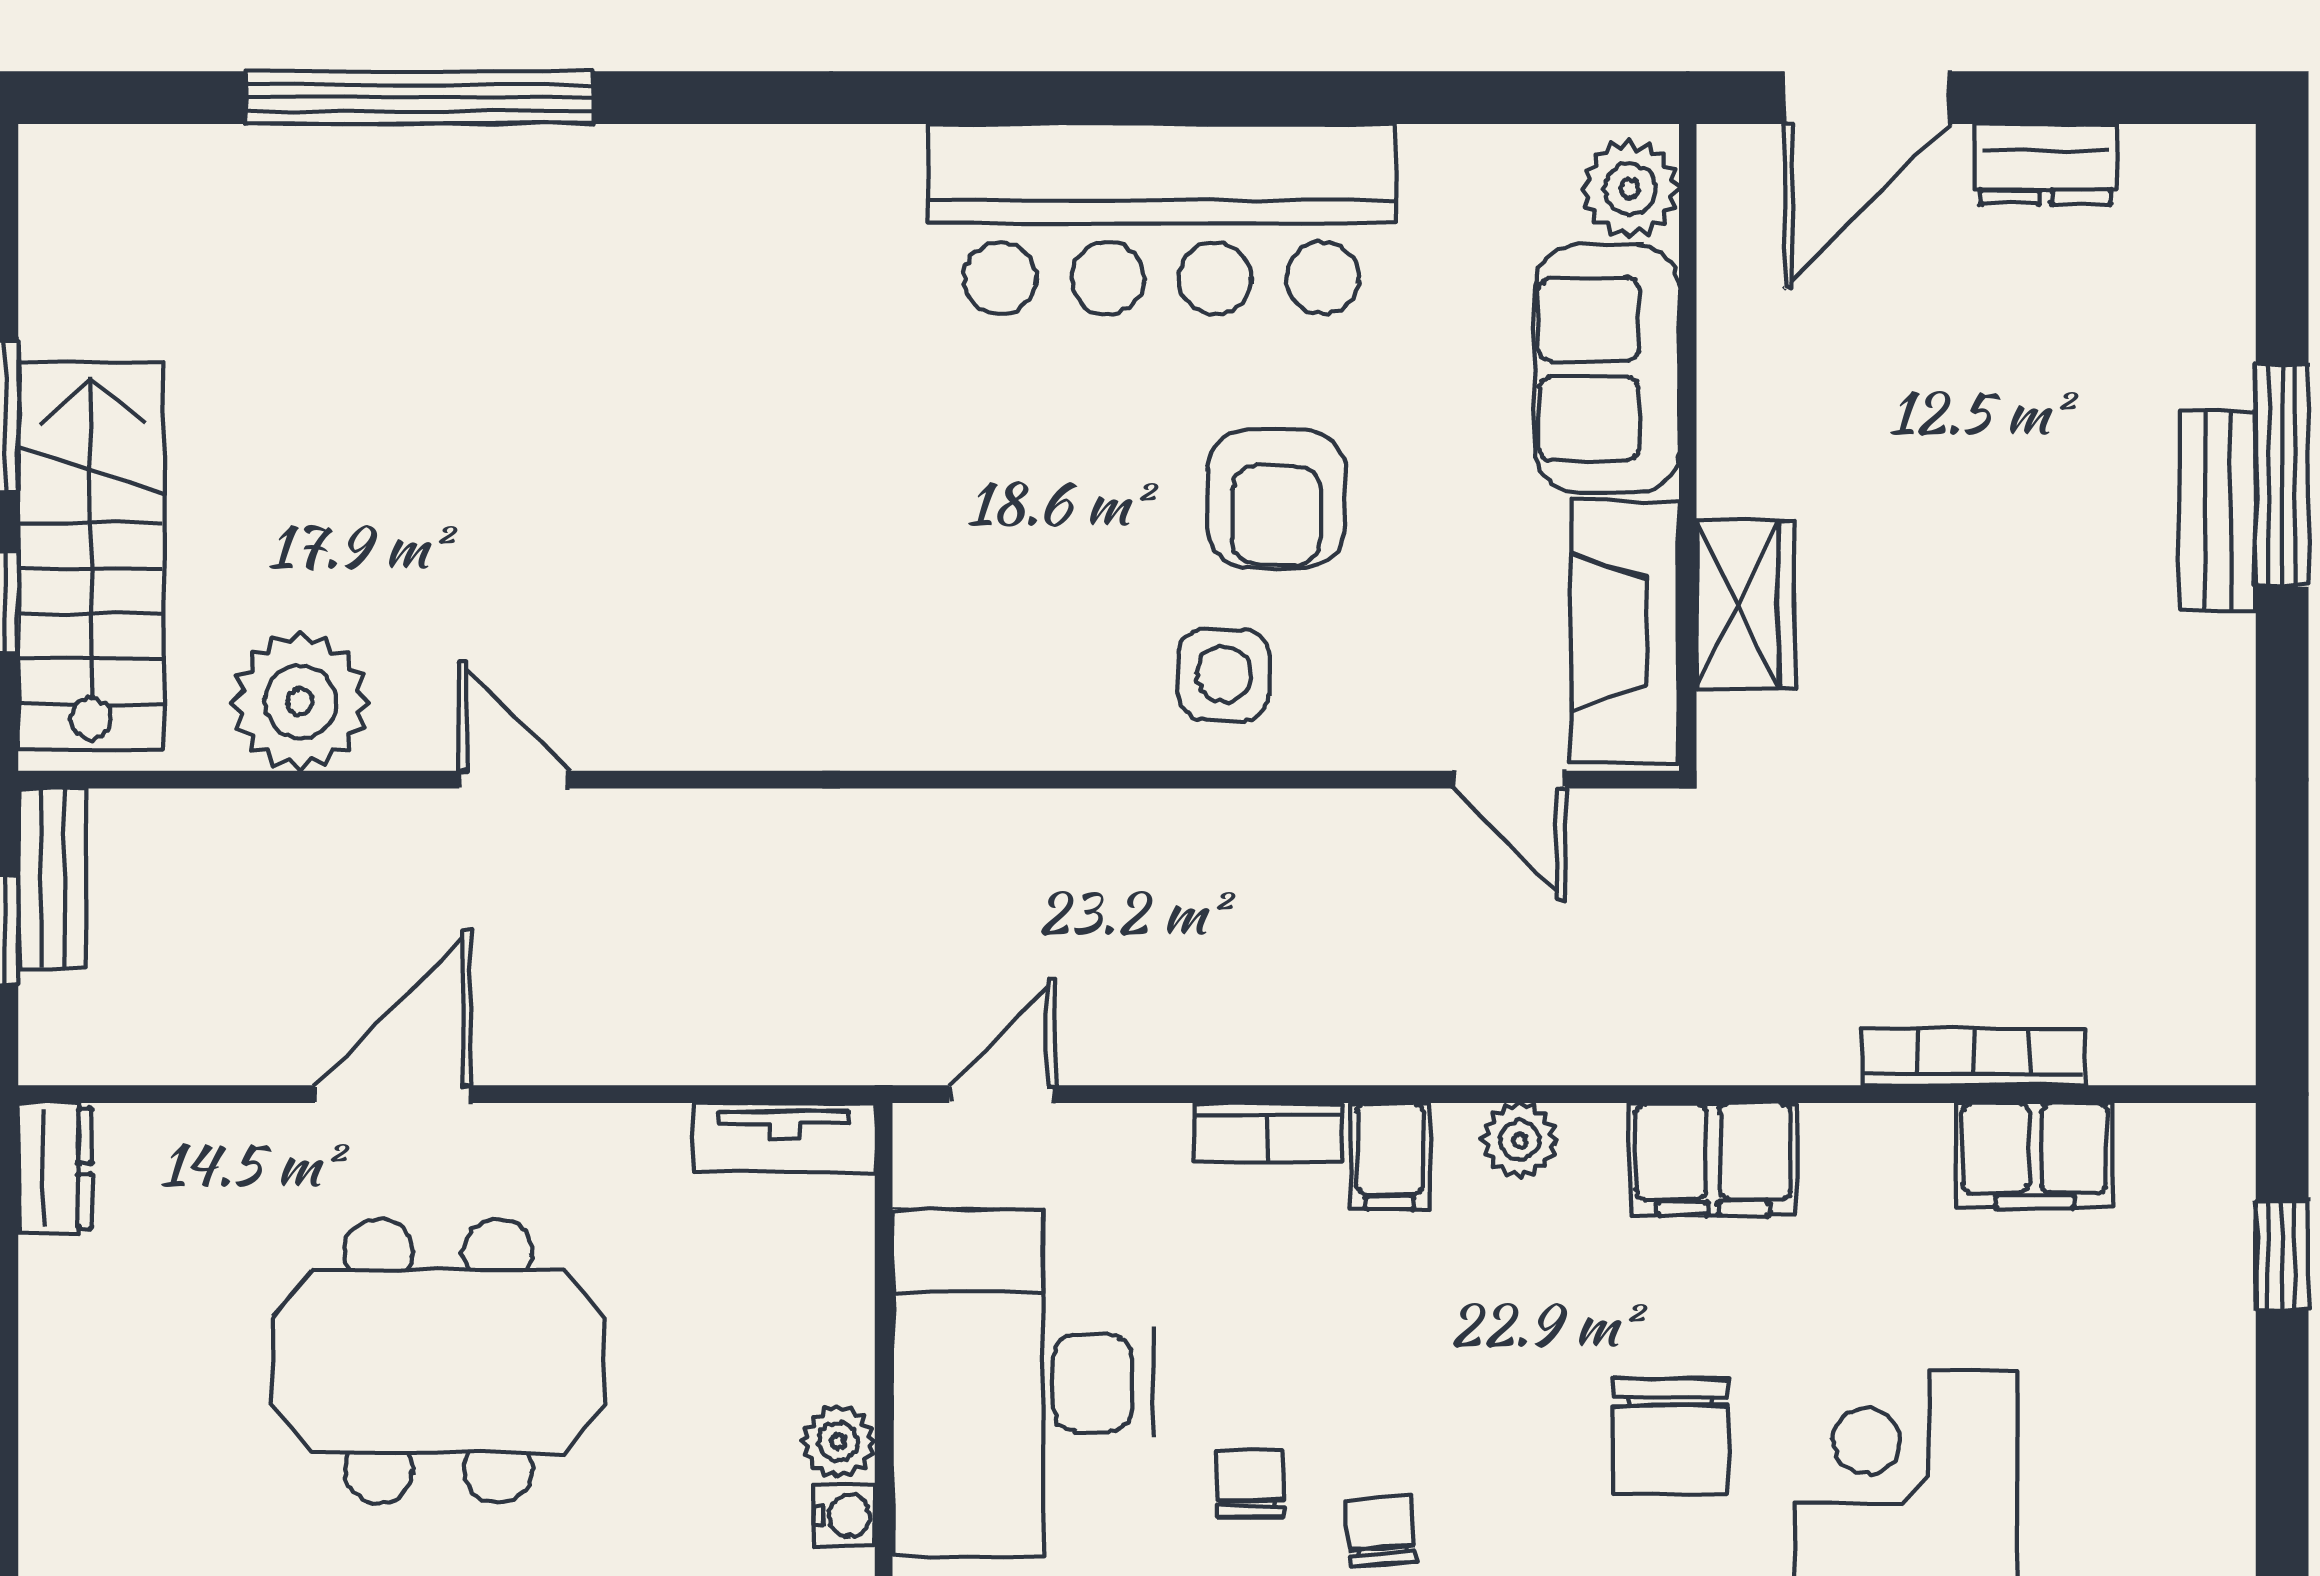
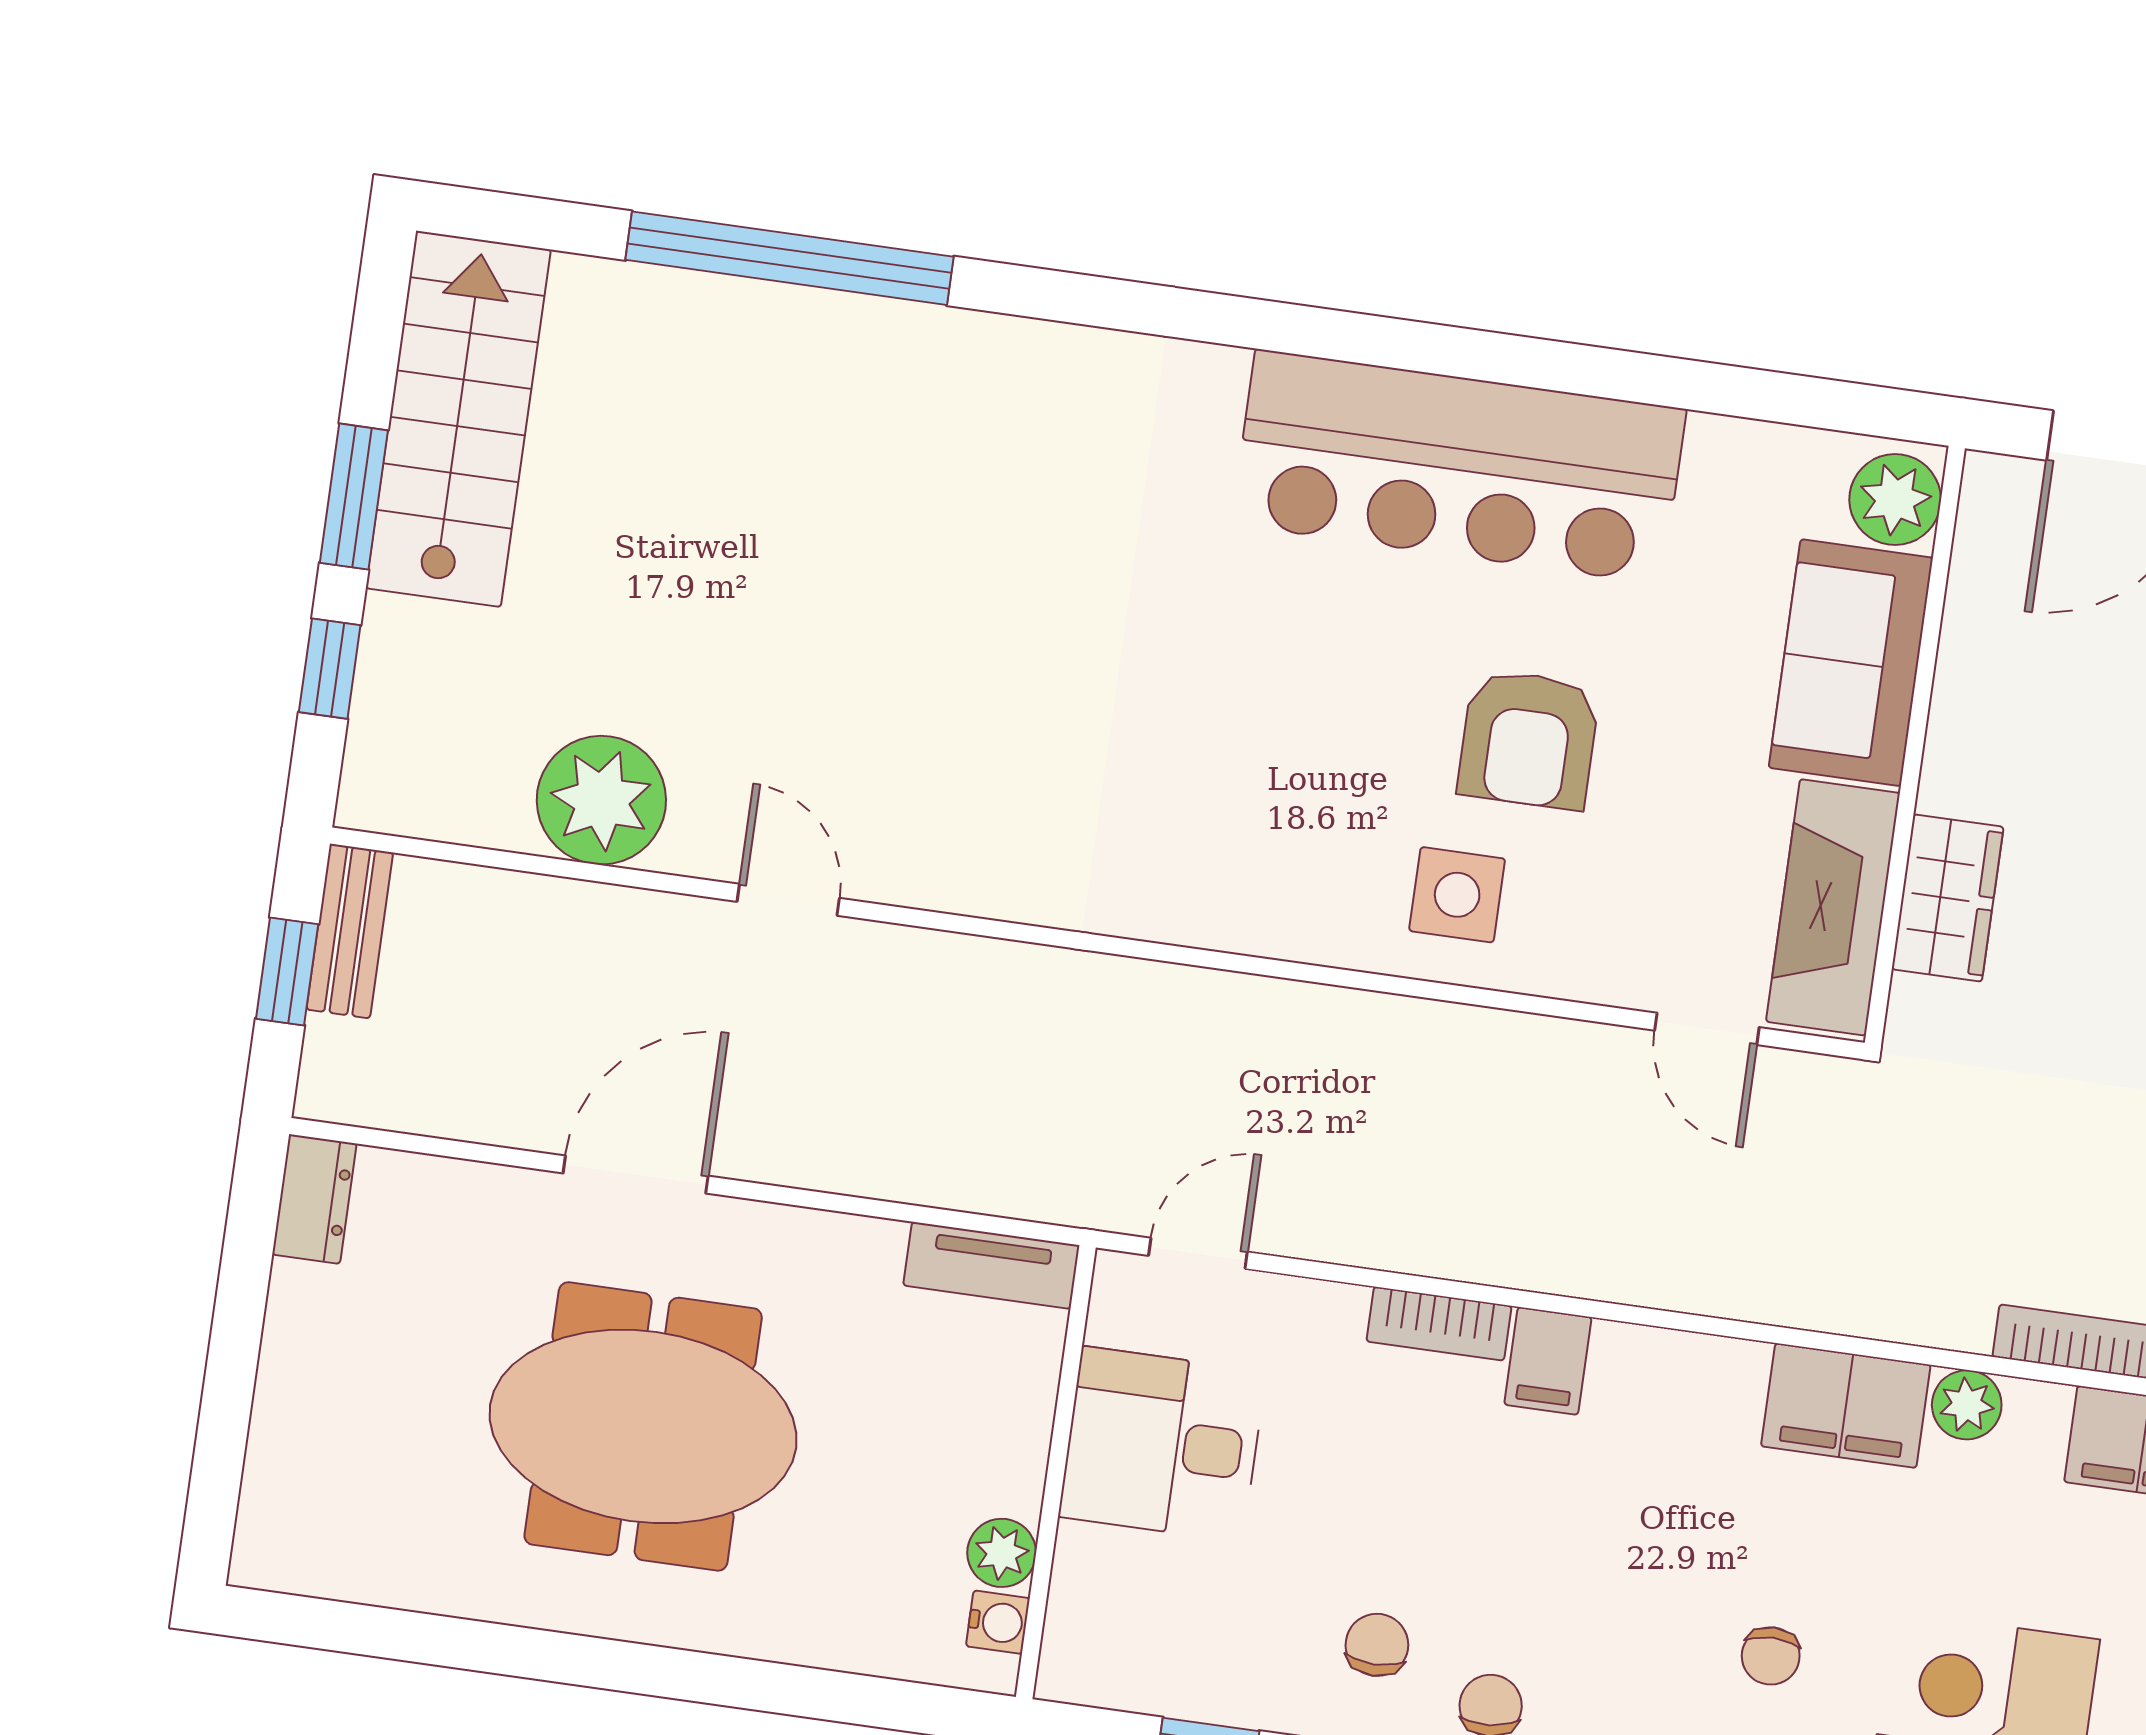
stairs: (91, 556) -> (458, 419), moved
plant: (1519, 1140) -> (1967, 1405), moved
desk: (1023, 1383) -> (1162, 1444), width x0.53, depth x0.77
chair: (1671, 1436) -> (1771, 1656), width x0.54, depth x0.54

